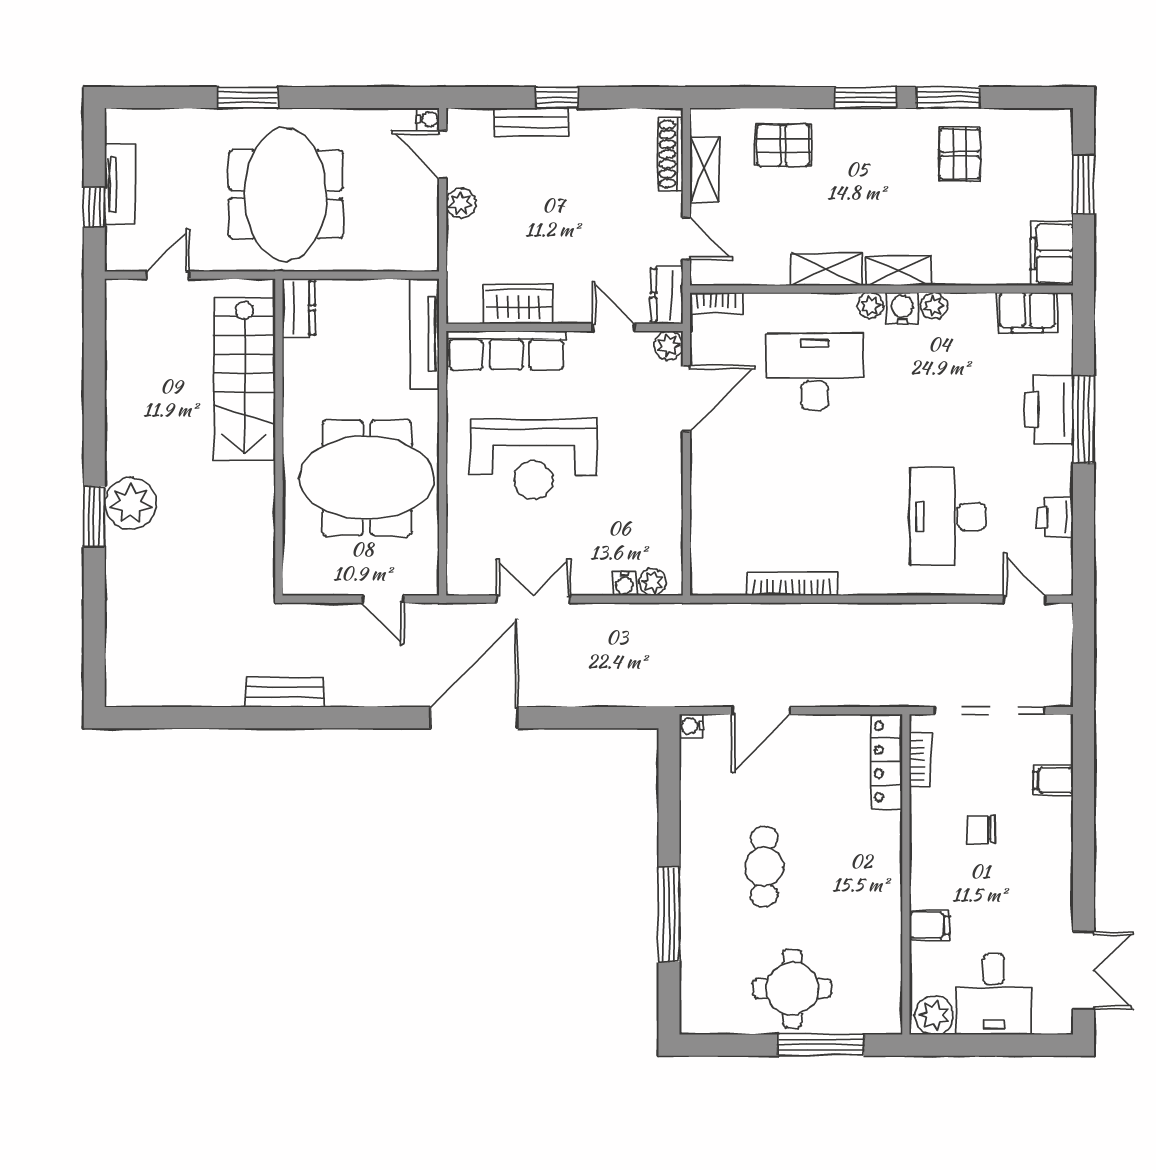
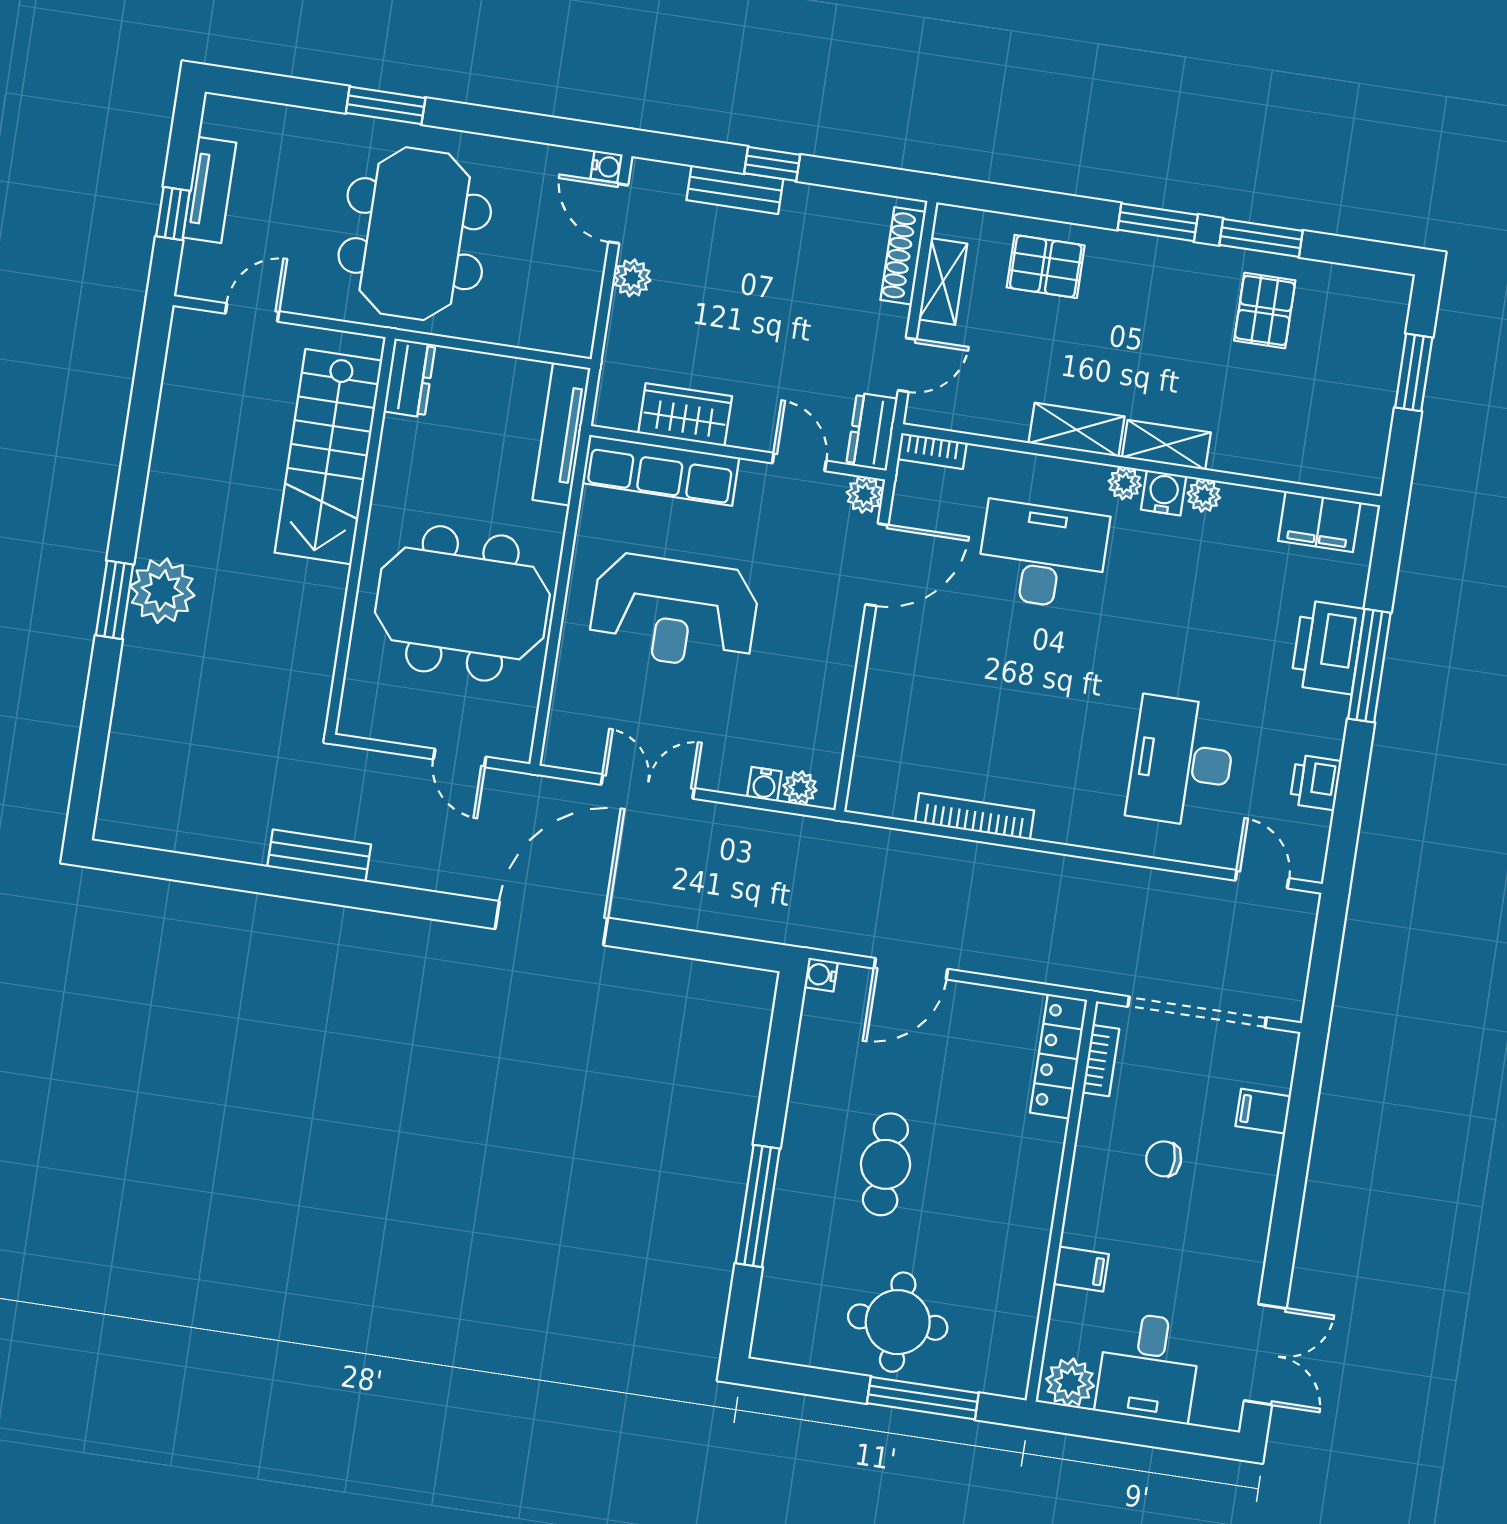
door: (686, 239) -> (907, 365), hinge flipped
filing cabinet: (1052, 254) -> (1361, 453), removed

